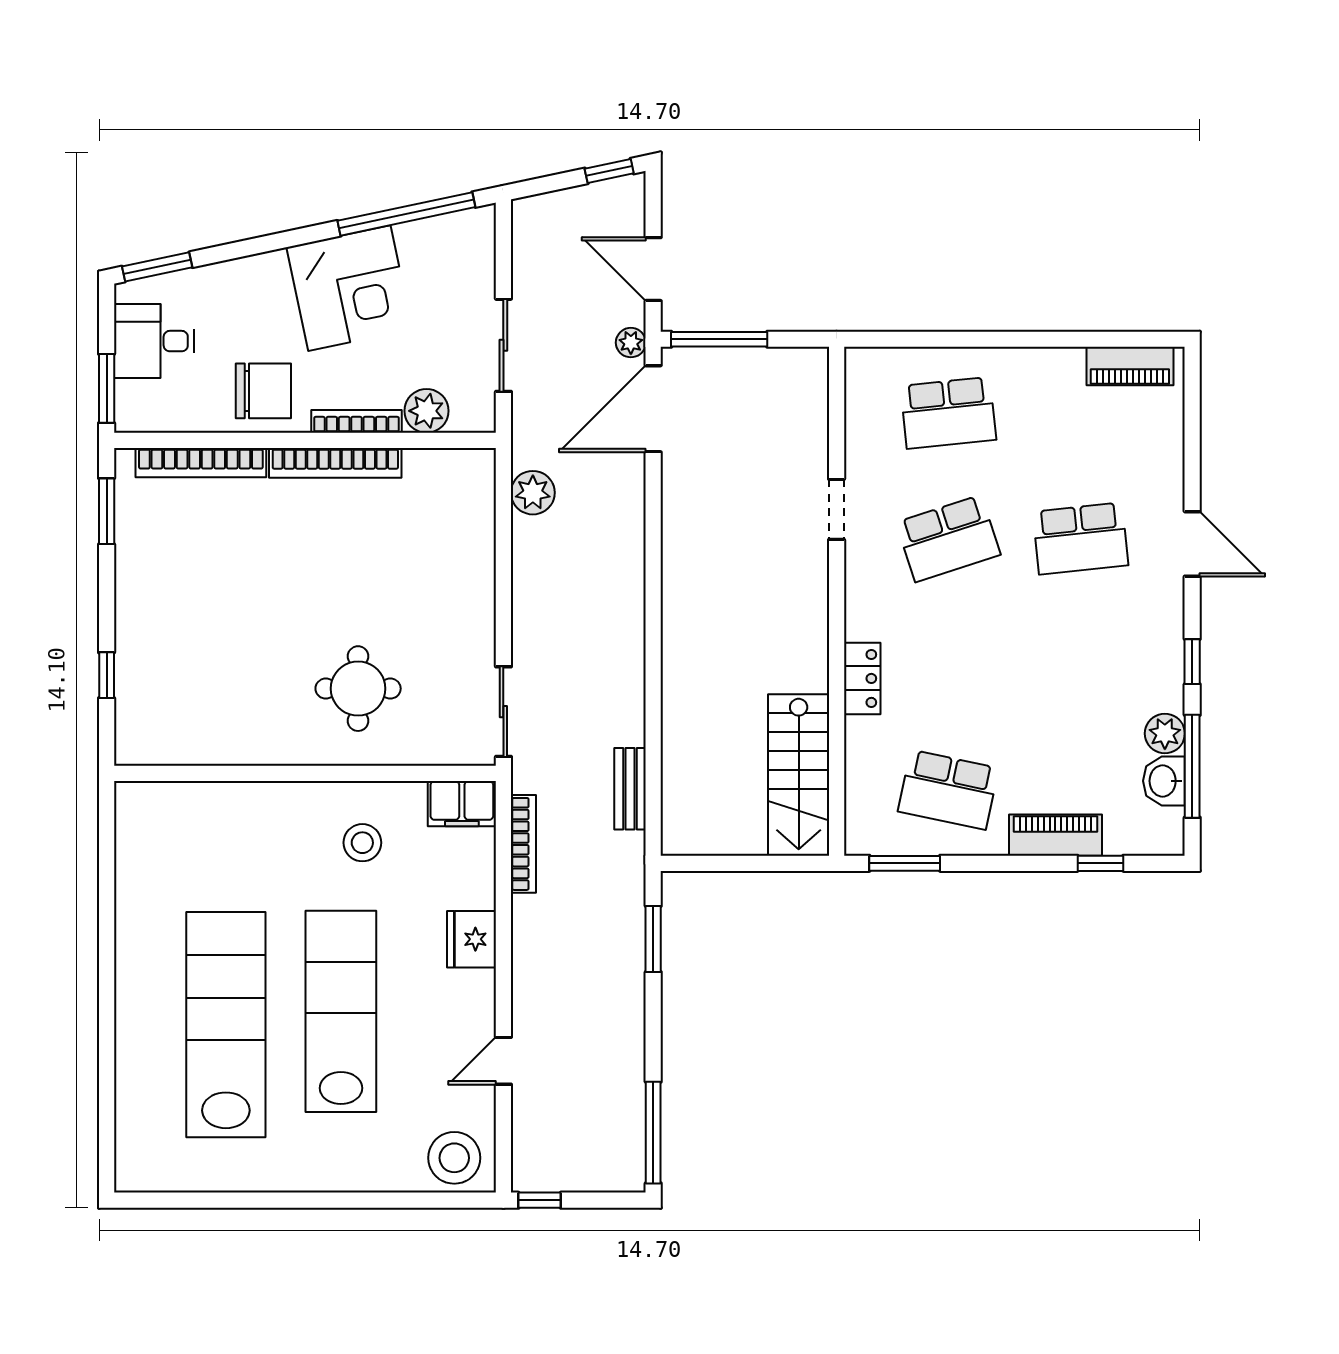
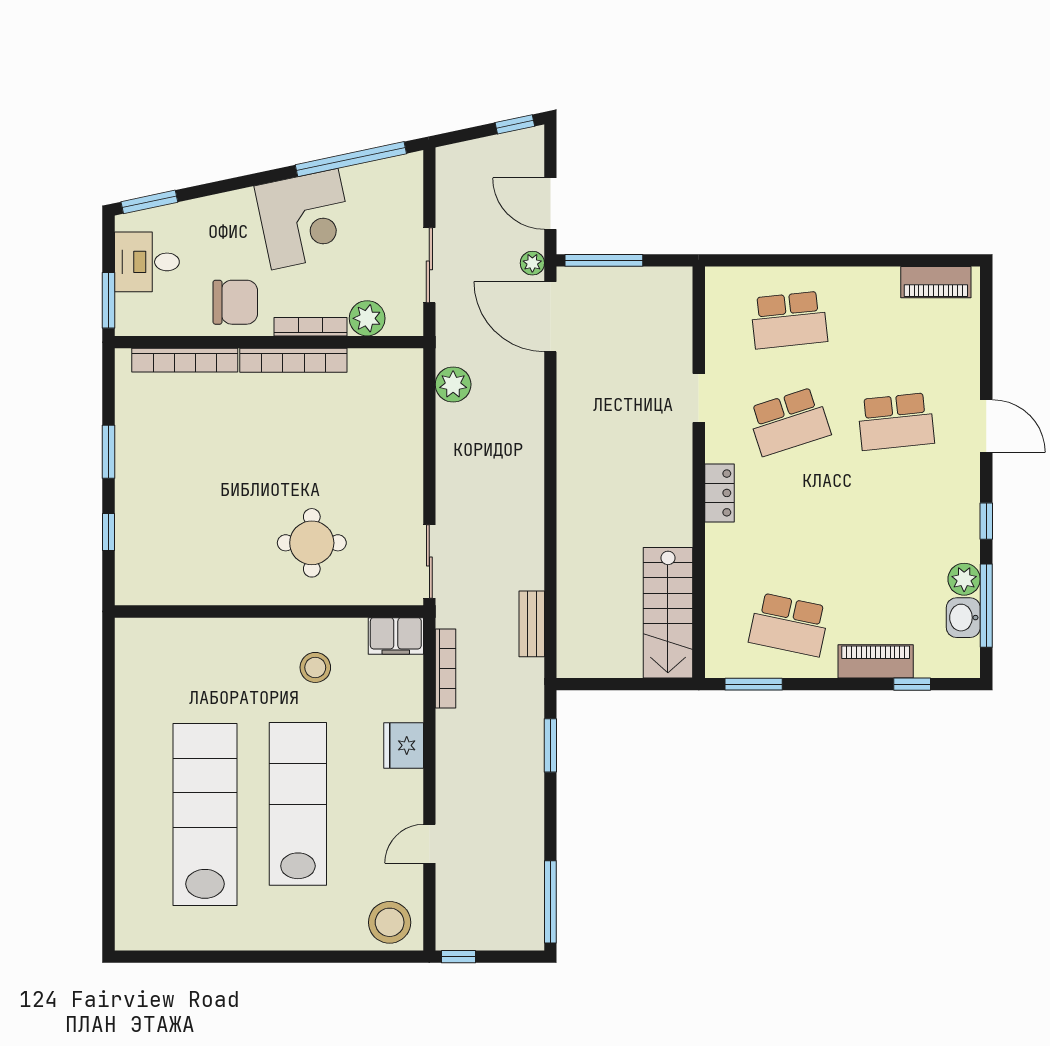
door: (653, 409) -> (550, 317), hinge flipped
window: (107, 511) -> (109, 452), moved
locker: (862, 678) -> (719, 493), moved

